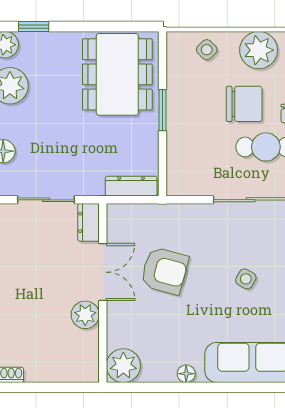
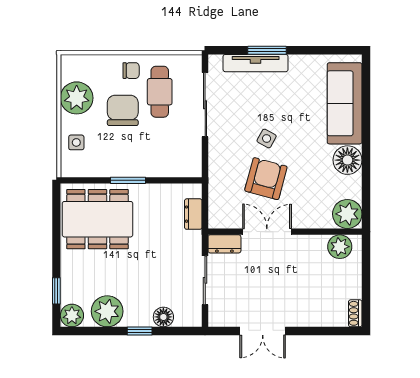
side table: (207, 50) -> (76, 142), turned 45
dresser: (131, 186) -> (193, 214), width x0.70
side table: (246, 279) -> (267, 138), moved
plant: (85, 315) -> (340, 247), moved
floor lamp: (186, 374) -> (347, 160), width x1.89, depth x1.89

